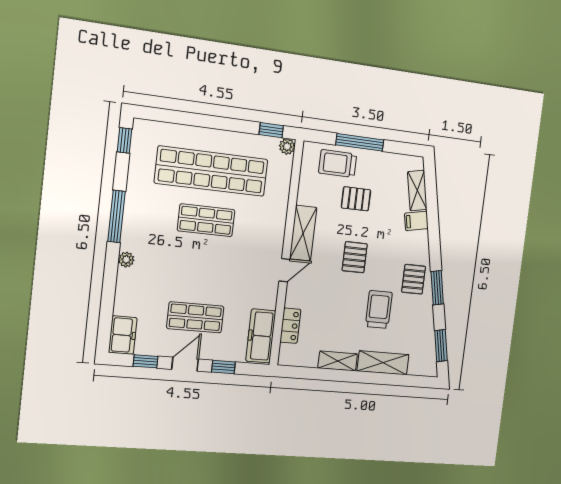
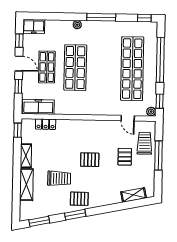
window: (201, 120) -> (160, 60), added
shop shelf: (206, 220) -> (75, 68), moved, width x1.43, depth x1.36
filing cabinet: (416, 221) -> (115, 196), removed
shelving: (303, 233) -> (101, 126), removed
door: (284, 270) -> (128, 118), moved
window: (296, 372) -> (18, 130), added

